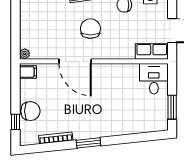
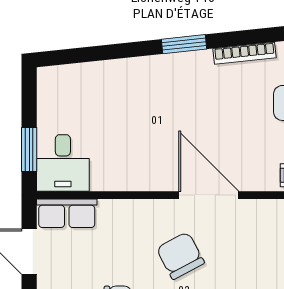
chair: (90, 29) -> (180, 256), turned 152
window: (172, 107) -> (29, 149), moved

